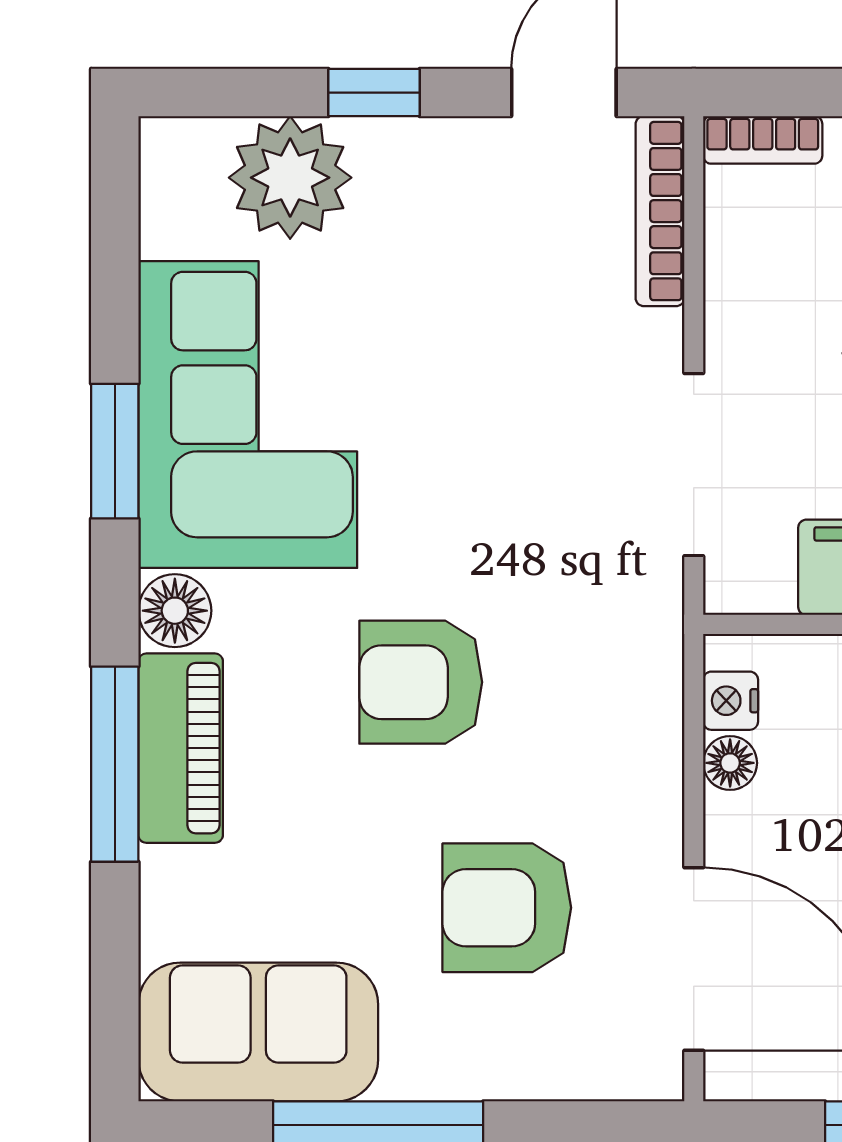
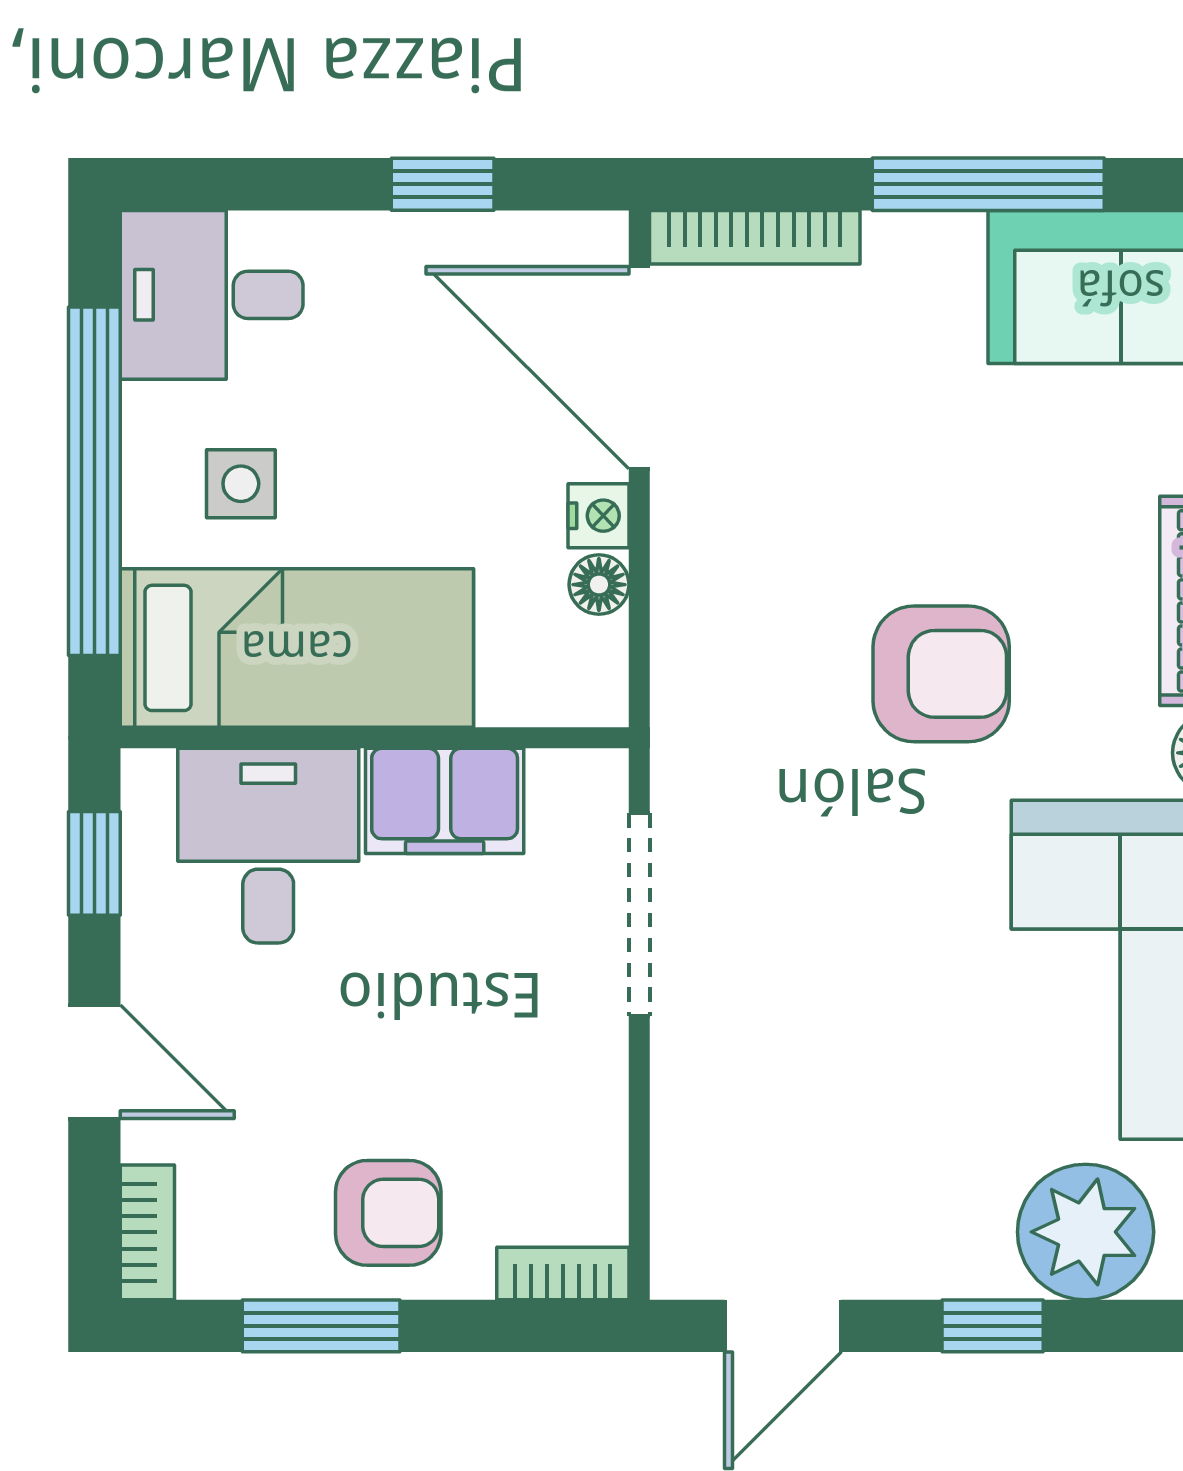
bookcase: (660, 211) -> (755, 237), moved, turned 90
nightstand: (731, 701) -> (598, 516), moved
armchair: (507, 908) -> (846, 424), removed

